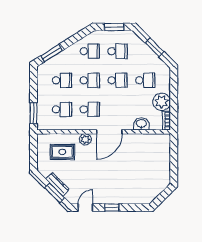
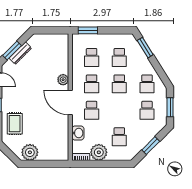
school desk: (117, 80) -> (92, 110), moved
rug: (62, 152) -> (15, 124), moved
plant: (162, 174) -> (30, 152), added

